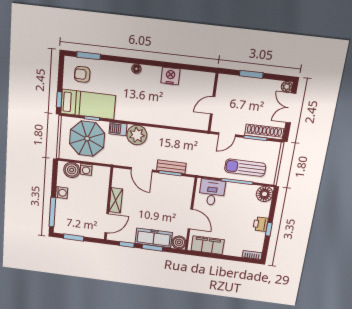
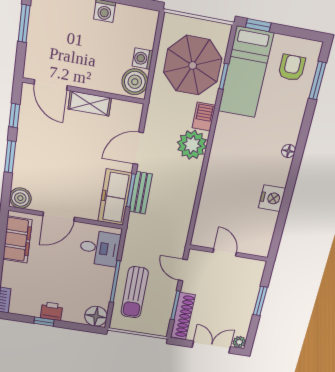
sun lounger: (245, 168) -> (135, 292), turned 180
boiler: (72, 170) -> (135, 82), moved
freezer: (154, 238) -> (115, 197), moved, turned 180

